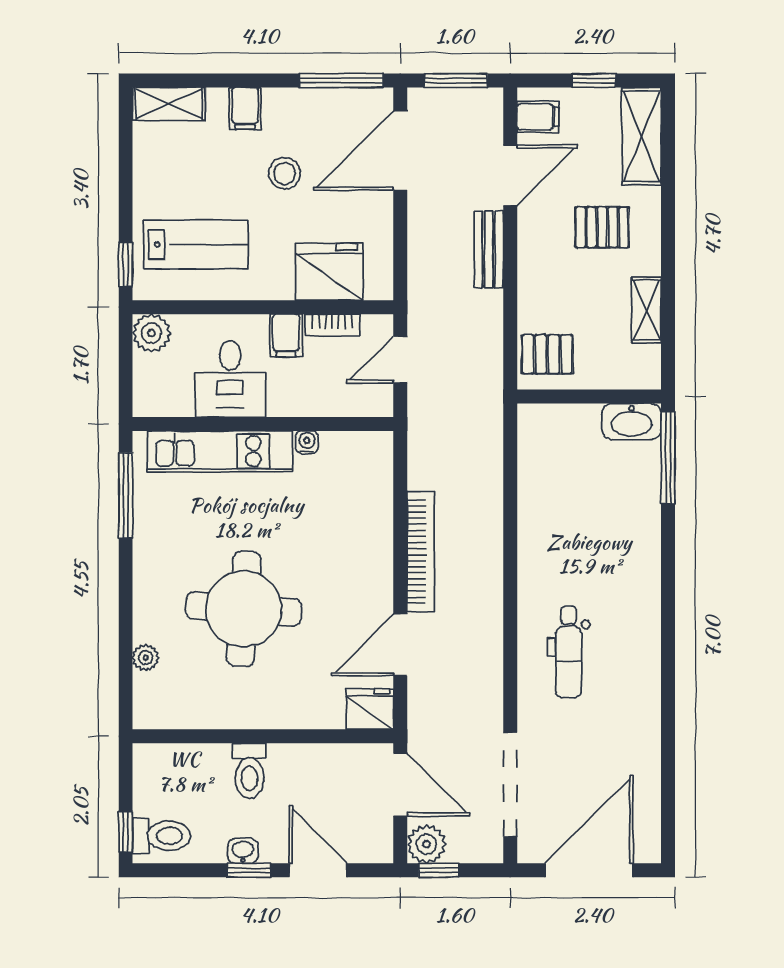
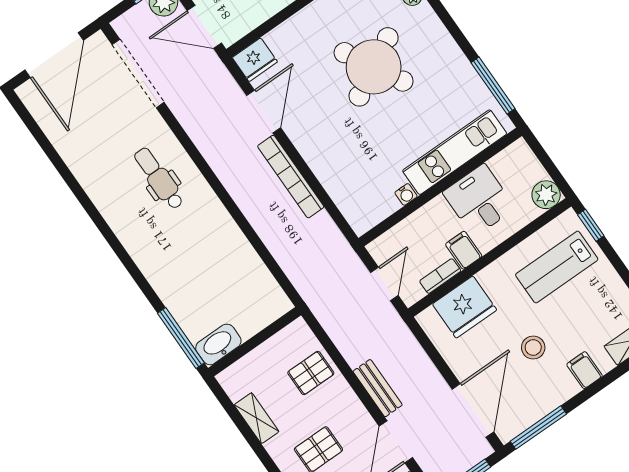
pallet: (547, 354) -> (311, 373), moved
round table: (244, 609) -> (374, 67), turned -33

